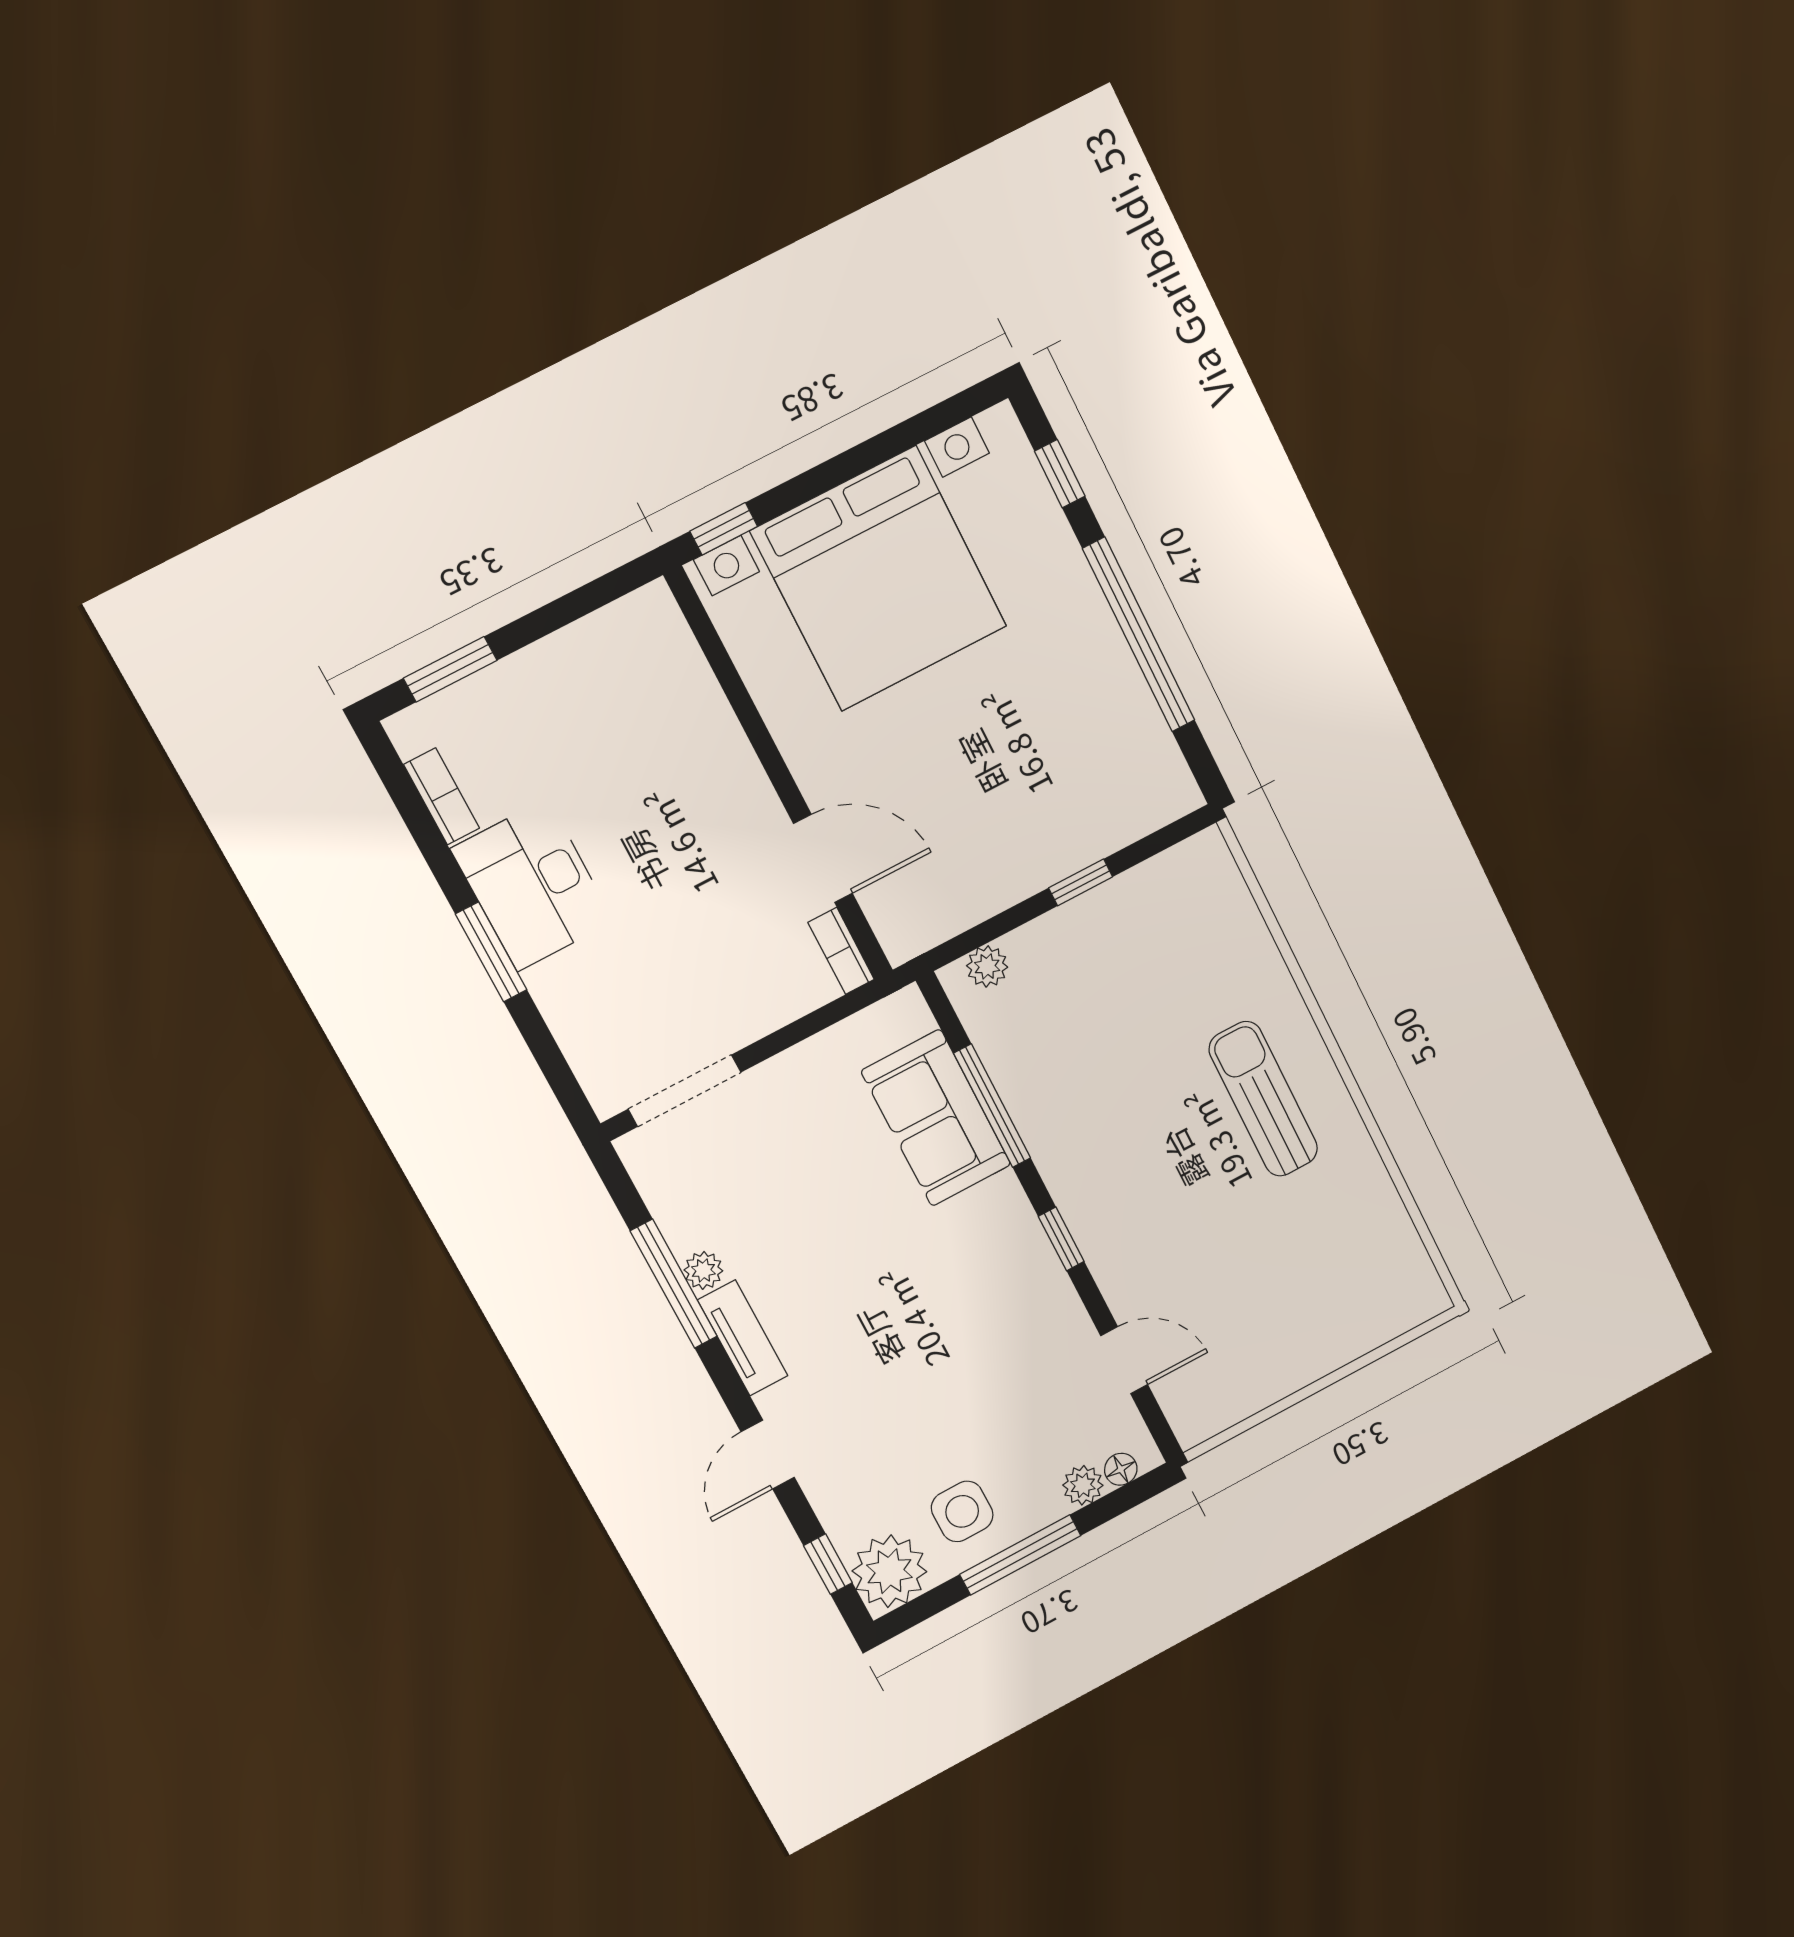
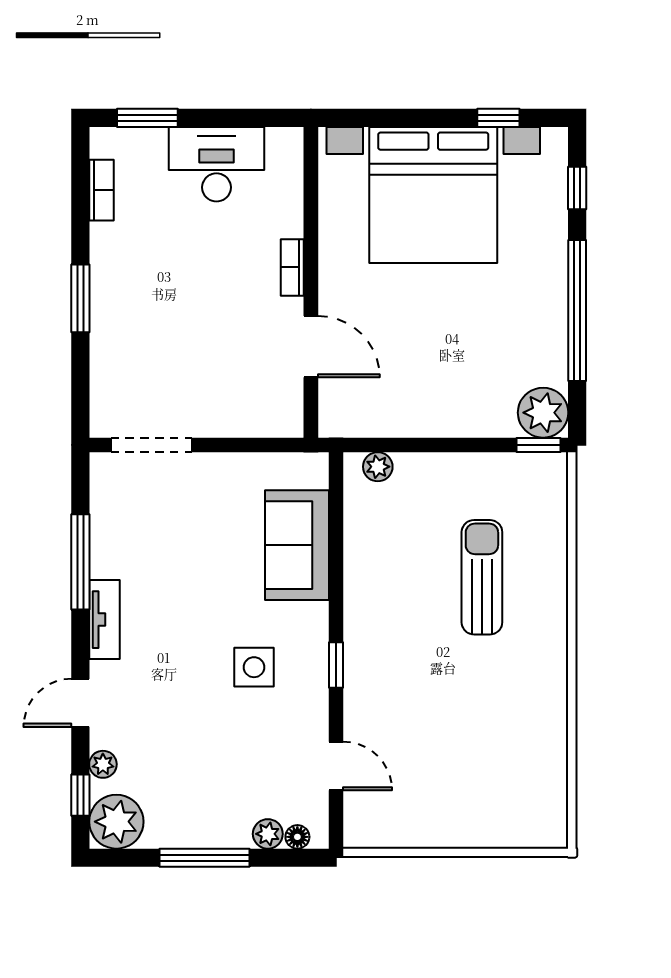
window: (724, 529) -> (498, 118), moved
plant: (1161, 789) -> (543, 413), added
window: (1081, 882) -> (538, 445), moved
desk: (532, 885) -> (216, 164), moved, turned 90
bookcase: (841, 951) -> (292, 267), moved
sun lounger: (1263, 1099) -> (482, 577), moved
window: (992, 1106) -> (336, 556), removed
plant: (703, 1270) -> (103, 764), moved
side table: (962, 1511) -> (254, 667), moved

